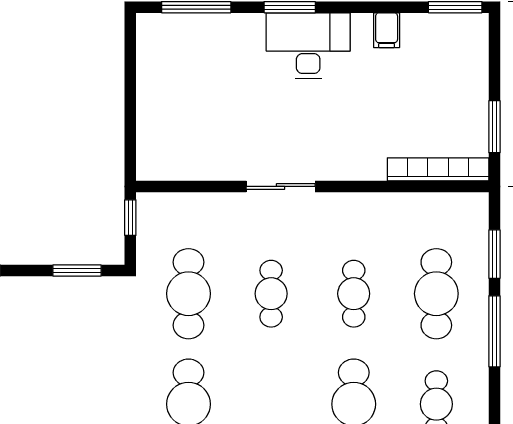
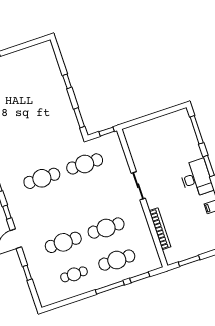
bookcase: (438, 169) -> (160, 229), moved
cafe table: (271, 294) -> (95, 196), removed
cafe table: (354, 294) -> (106, 228), width x1.37, depth x1.35

